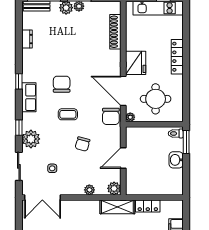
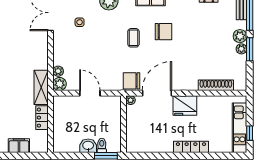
round table: (156, 99) -> (149, 125), removed
toilet: (176, 133) -> (102, 145), moved
chair: (83, 144) -> (104, 52), removed
plant: (89, 190) -> (58, 71), moved

